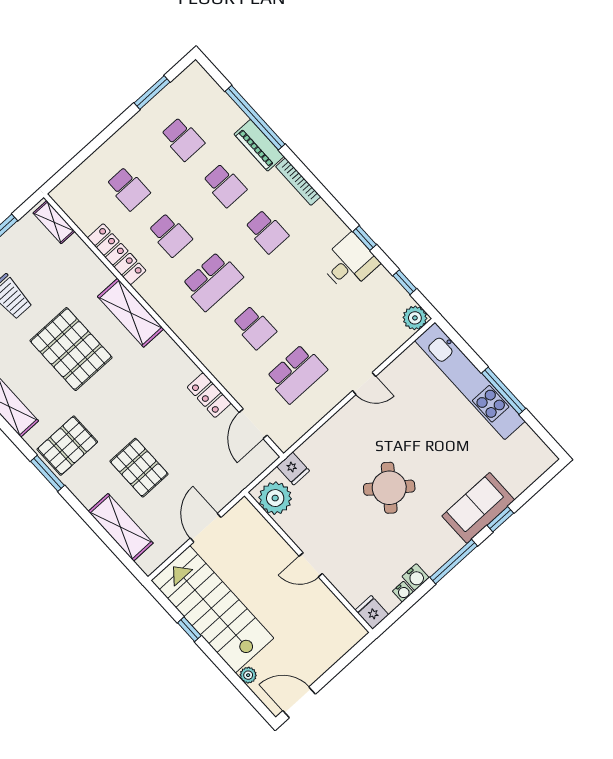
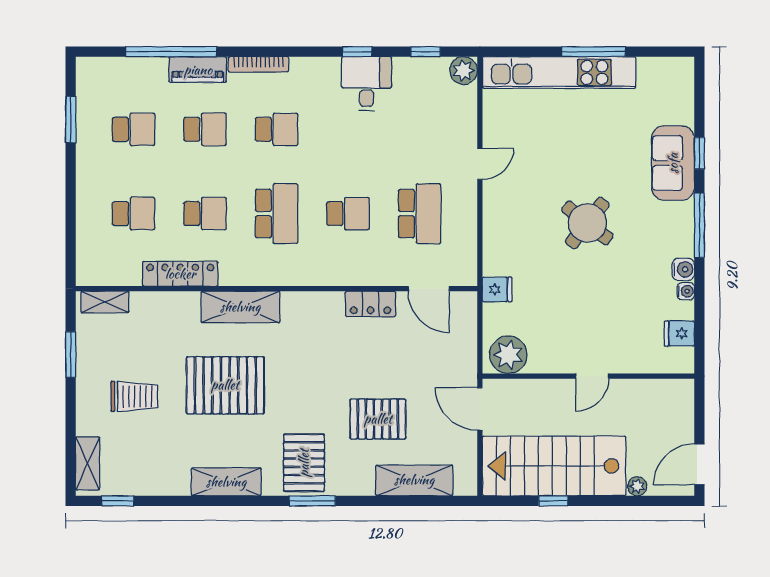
plant: (275, 498) -> (508, 355), moved
wall: (309, 562) -> (588, 376), moved
door: (311, 565) -> (592, 376), moved

